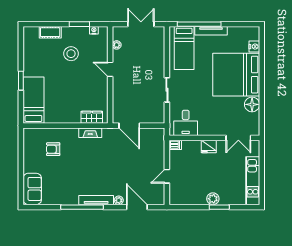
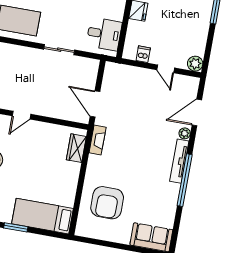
door: (129, 126) -> (95, 104), swing flipped
fireplace: (90, 133) -> (98, 140), moved
dishwasher: (175, 145) -> (143, 54), moved
armchair: (53, 149) -> (107, 203), width x1.88, depth x1.88
plant: (213, 199) -> (195, 64), moved

